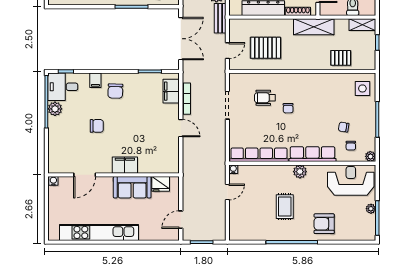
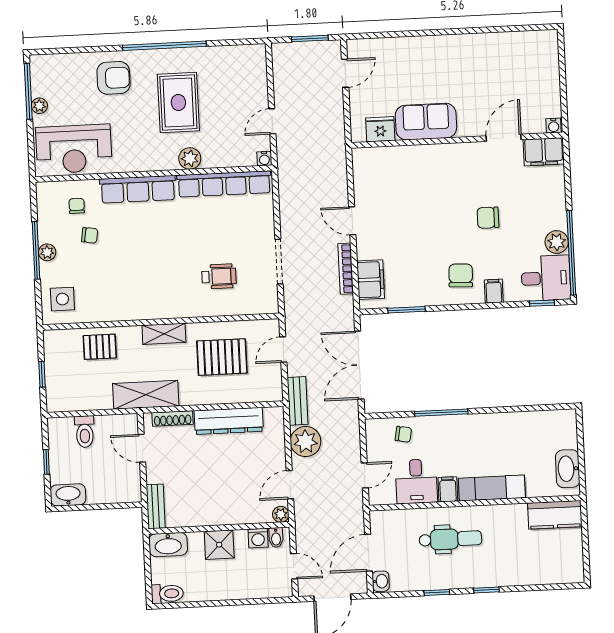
shelving: (362, 25) -> (164, 334), moved
chair: (288, 108) -> (181, 261), removed
plant: (370, 156) -> (47, 252), moved
filing cabinet: (125, 165) -> (544, 152), moved
plant: (300, 172) -> (190, 159), moved
rug: (285, 207) -> (178, 102), width x1.36, depth x1.43
kitchen unit: (99, 232) -> (476, 46), removed

